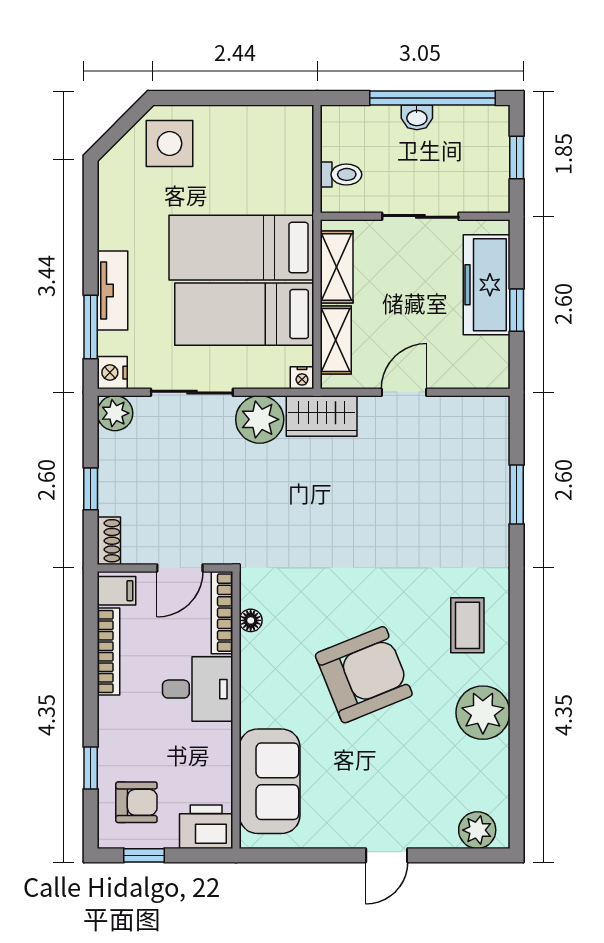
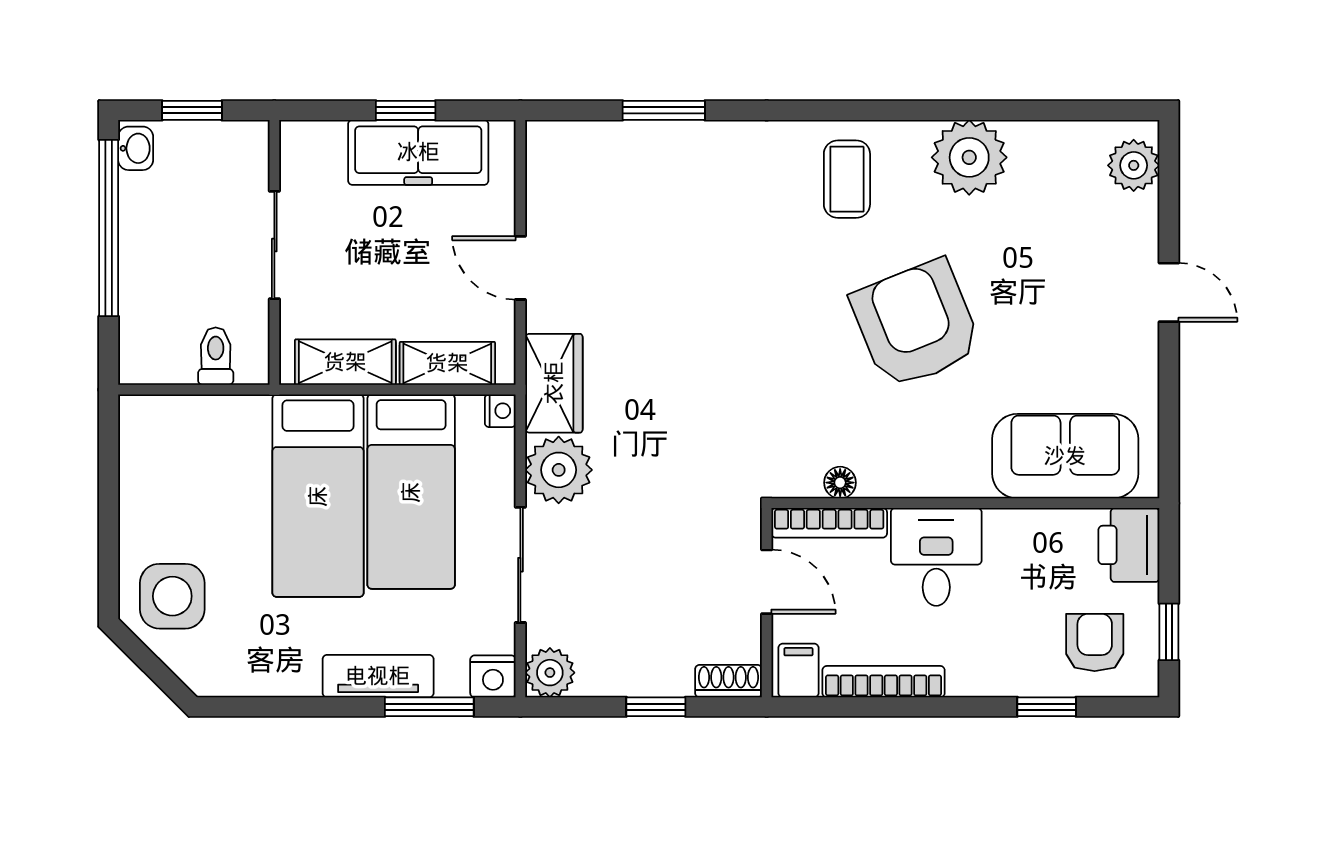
washbasin: (417, 117) -> (136, 148), moved
freezer: (487, 285) -> (418, 152), moved
coffee table: (467, 625) -> (847, 179), turned 90

